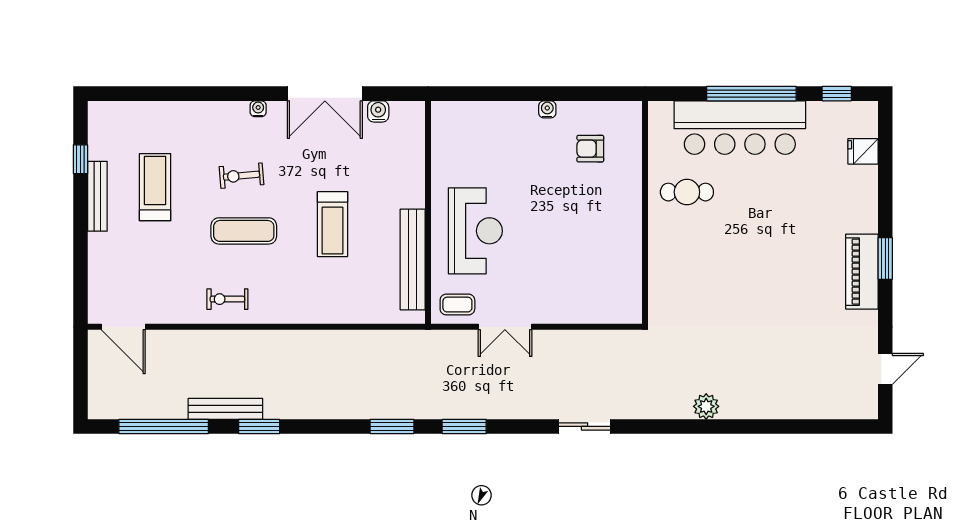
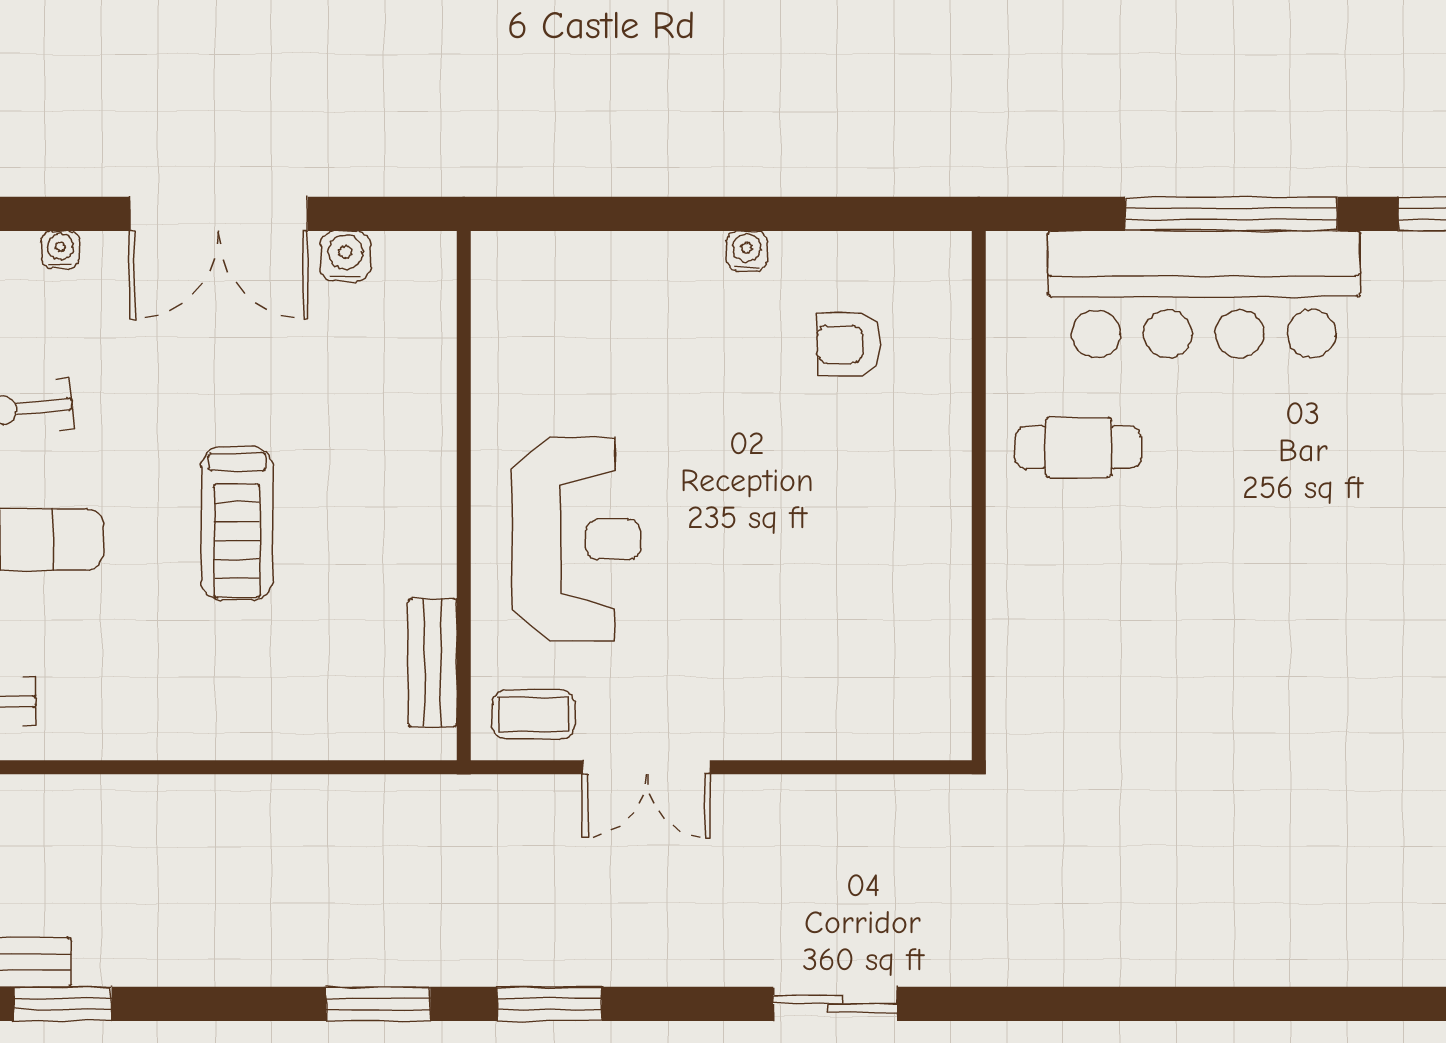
bench: (413, 259) -> (432, 663), width x0.54, depth x0.82
plant: (706, 406) -> (1124, 956), removed

